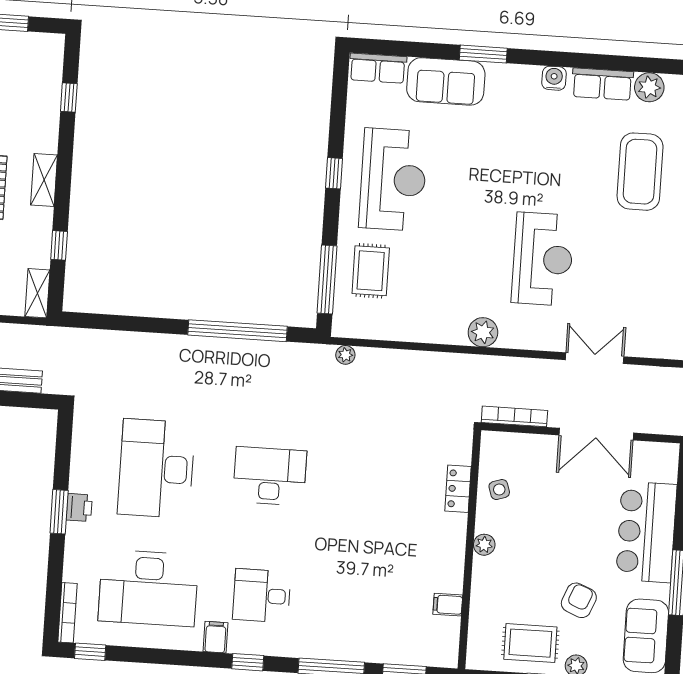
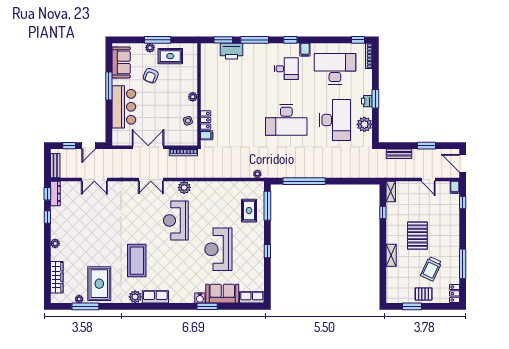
water cooler: (554, 78) -> (200, 298), moved
window: (69, 98) -> (383, 276), removed
shelving: (44, 180) -> (391, 255), moved
reception desk: (393, 180) -> (218, 249), moved
plant: (483, 332) -> (184, 188), moved
plant: (88, 454) -> (364, 124), added
desk: (270, 476) -> (286, 120), width x1.36, depth x1.30
filing cabinet: (448, 605) -> (207, 135), moved
printer: (387, 645) -> (231, 51), added

